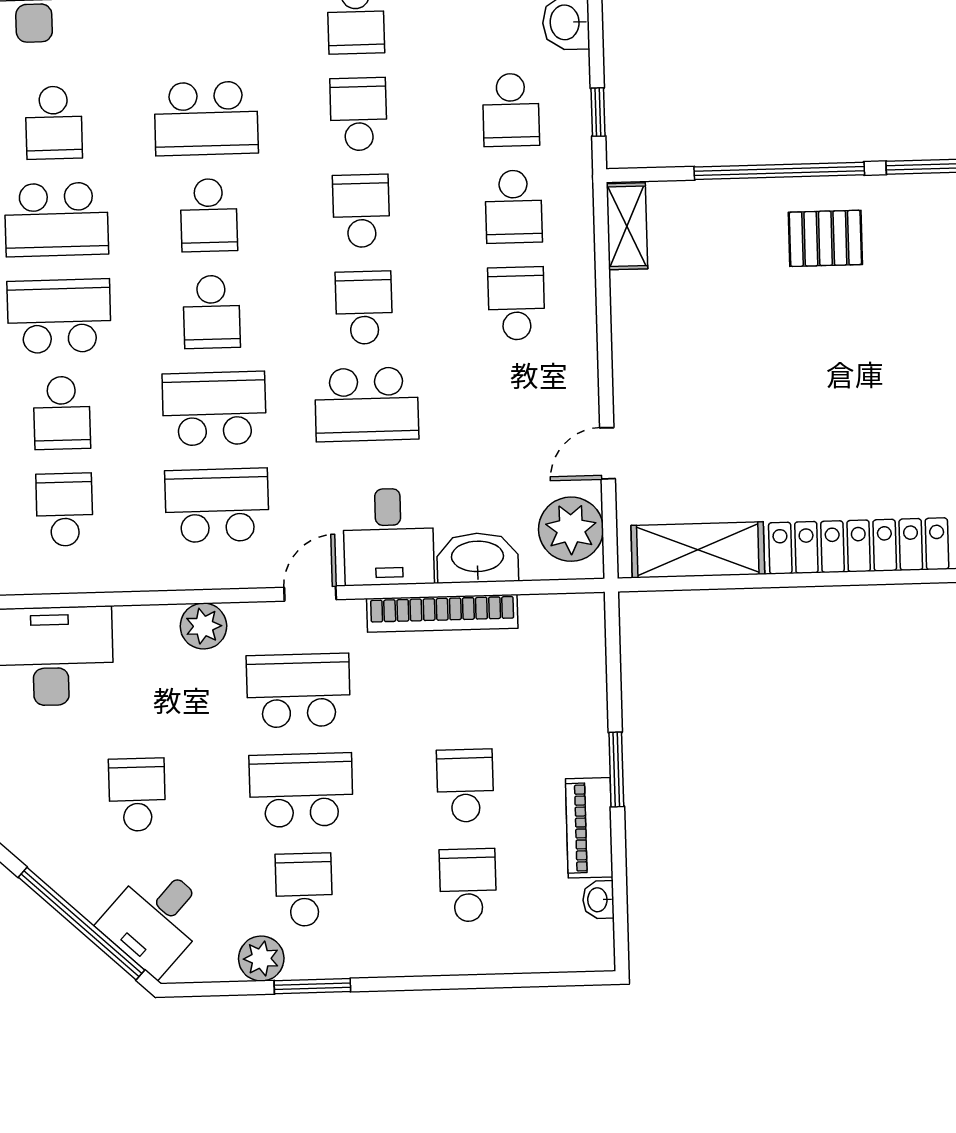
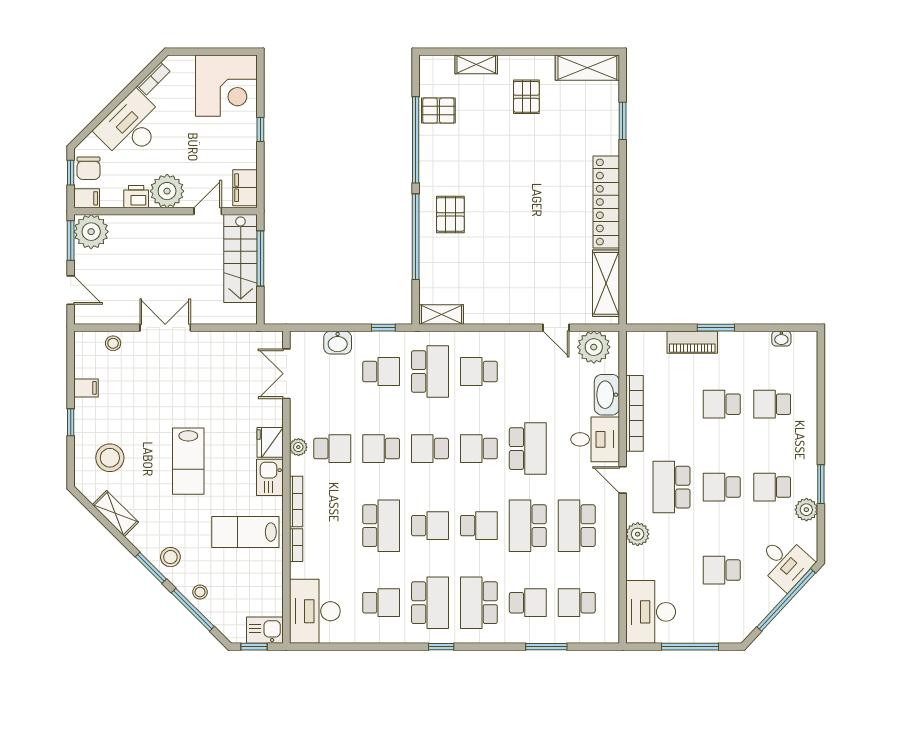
school desk: (514, 207) -> (430, 372), width x1.85
school desk: (301, 790) -> (722, 487), width x0.54
piano: (589, 828) -> (692, 342), moved

